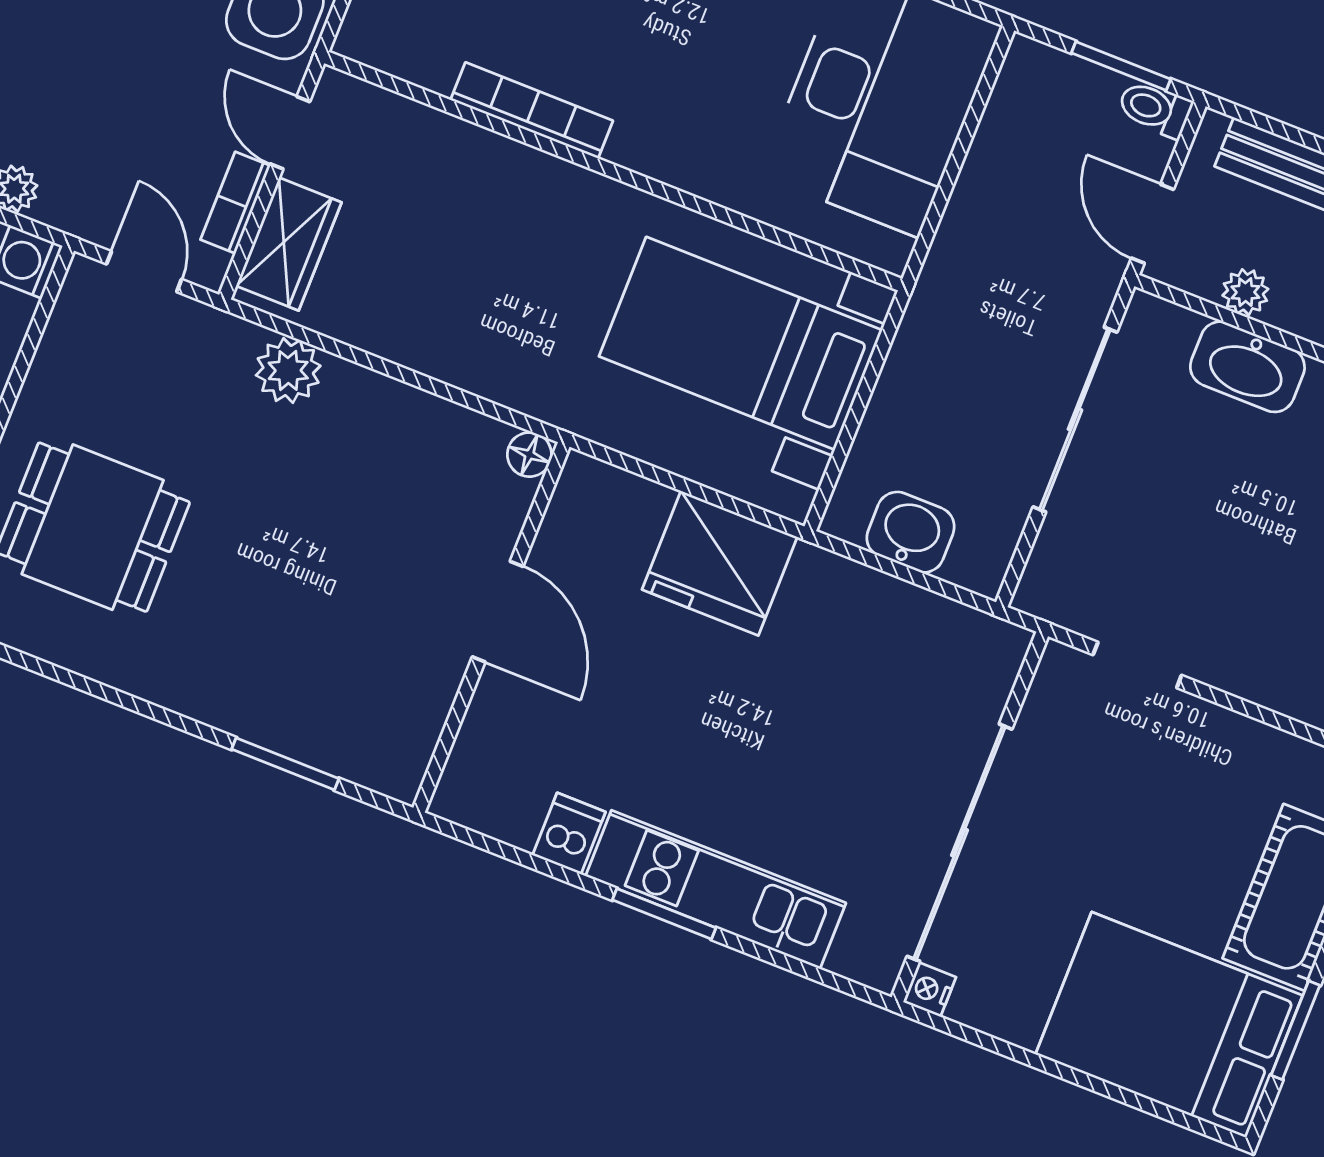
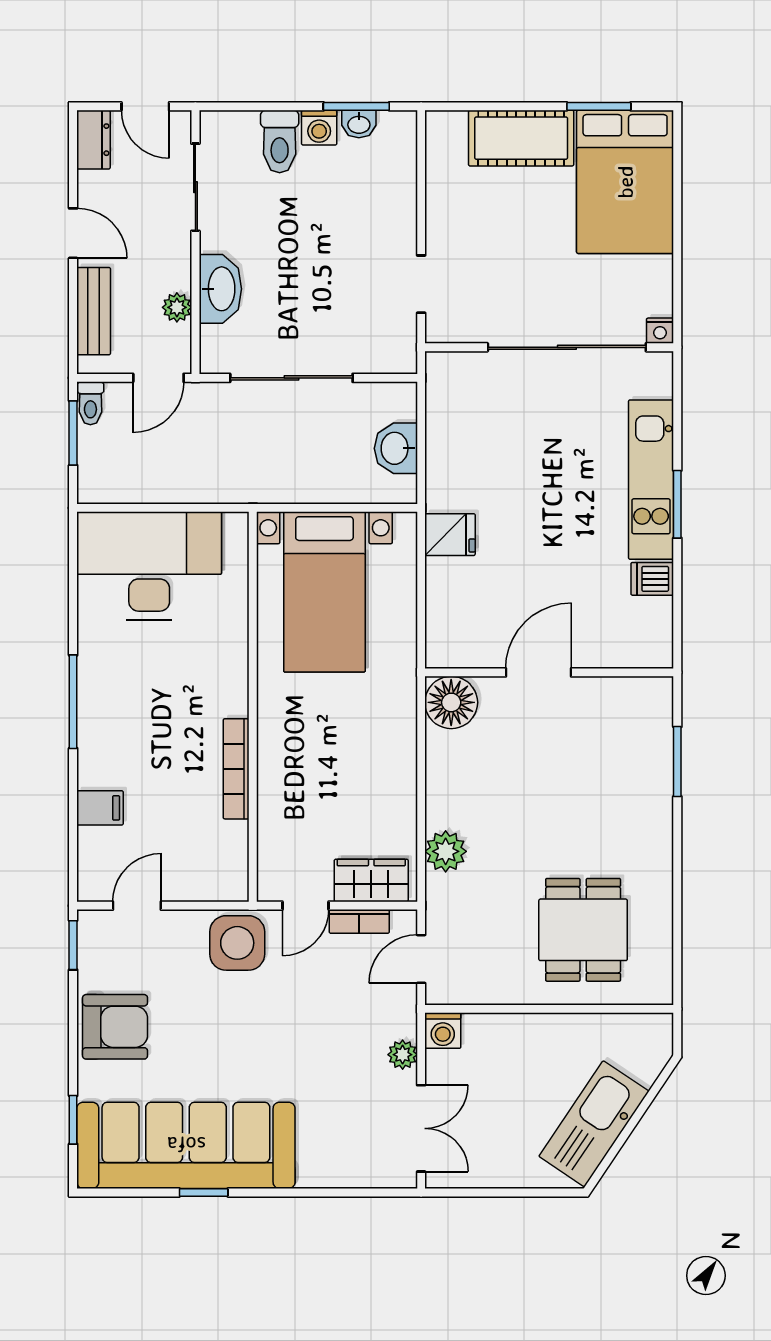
floor lamp: (529, 455) -> (451, 702), width x1.89, depth x1.89
fridge: (720, 563) -> (450, 535), width x0.53, depth x0.75

